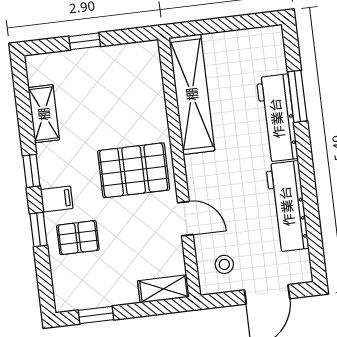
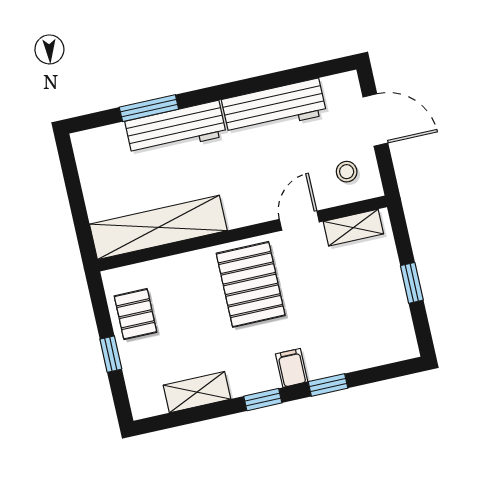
pallet: (78, 238) -> (136, 314), moved
shelving: (164, 289) -> (353, 228), moved, turned 90
window: (96, 315) -> (412, 283), moved

